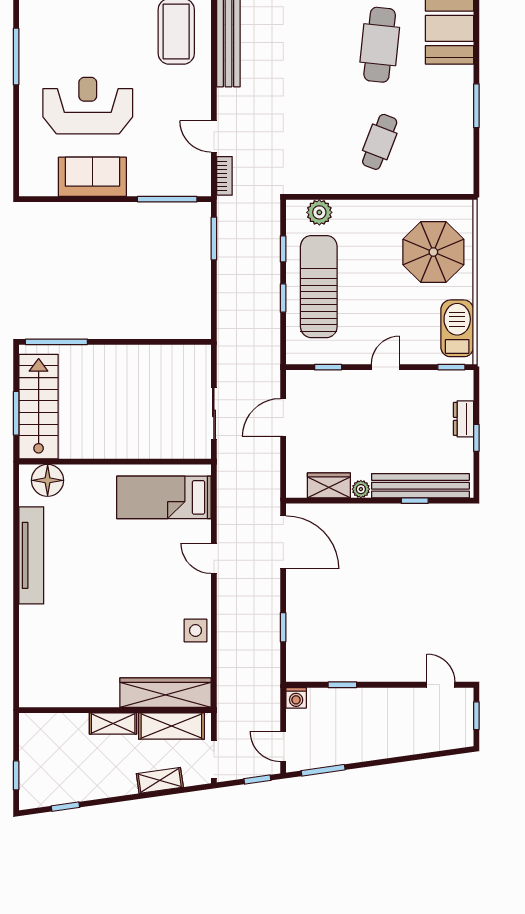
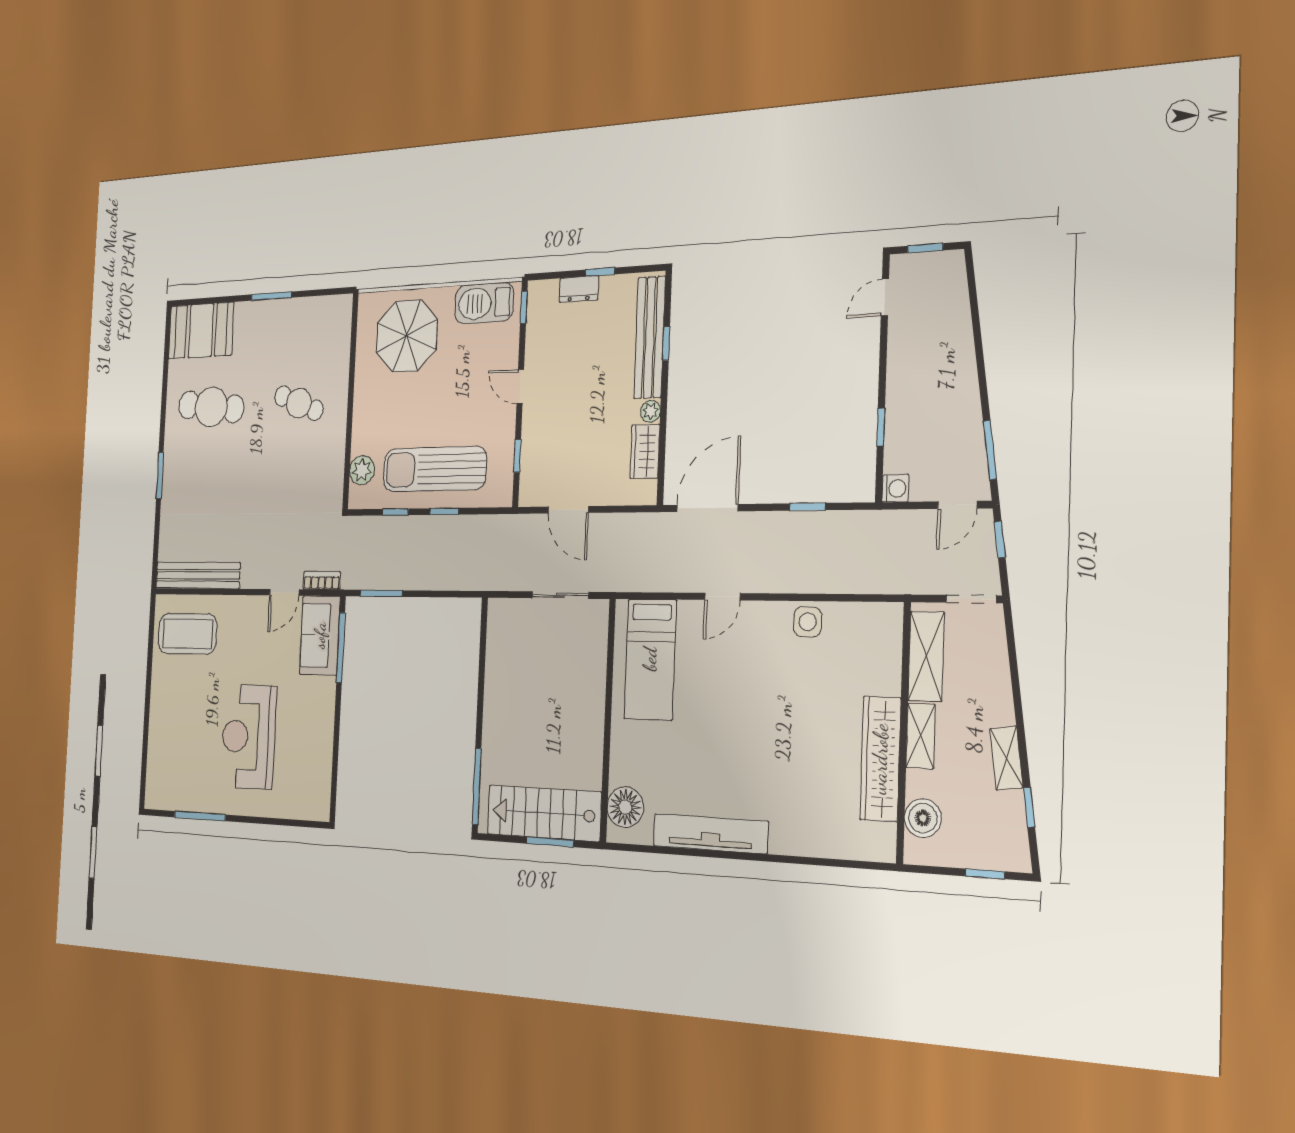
sofa: (92, 177) -> (320, 635), moved
wardrobe: (166, 693) -> (880, 759), moved
boiler: (53, 727) -> (923, 818), added
shelving: (160, 780) -> (1006, 758), moved

